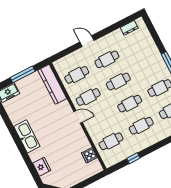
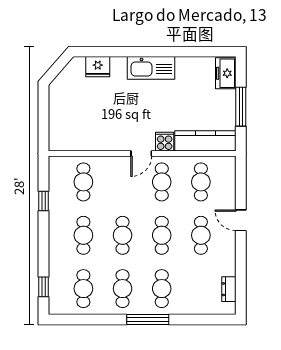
door: (87, 41) -> (241, 220), swing flipped
cafe table: (148, 66) -> (162, 289), added
cooker: (89, 155) -> (165, 142), moved

